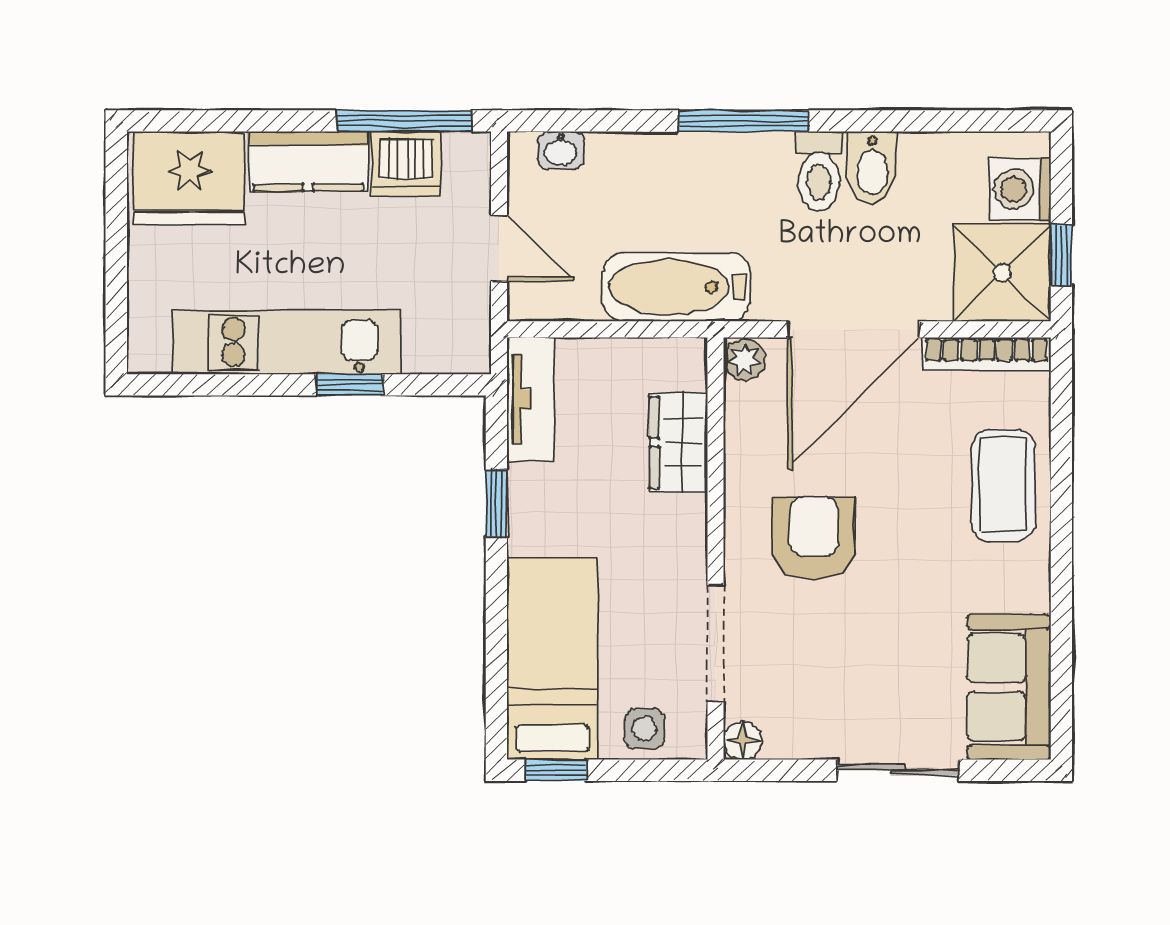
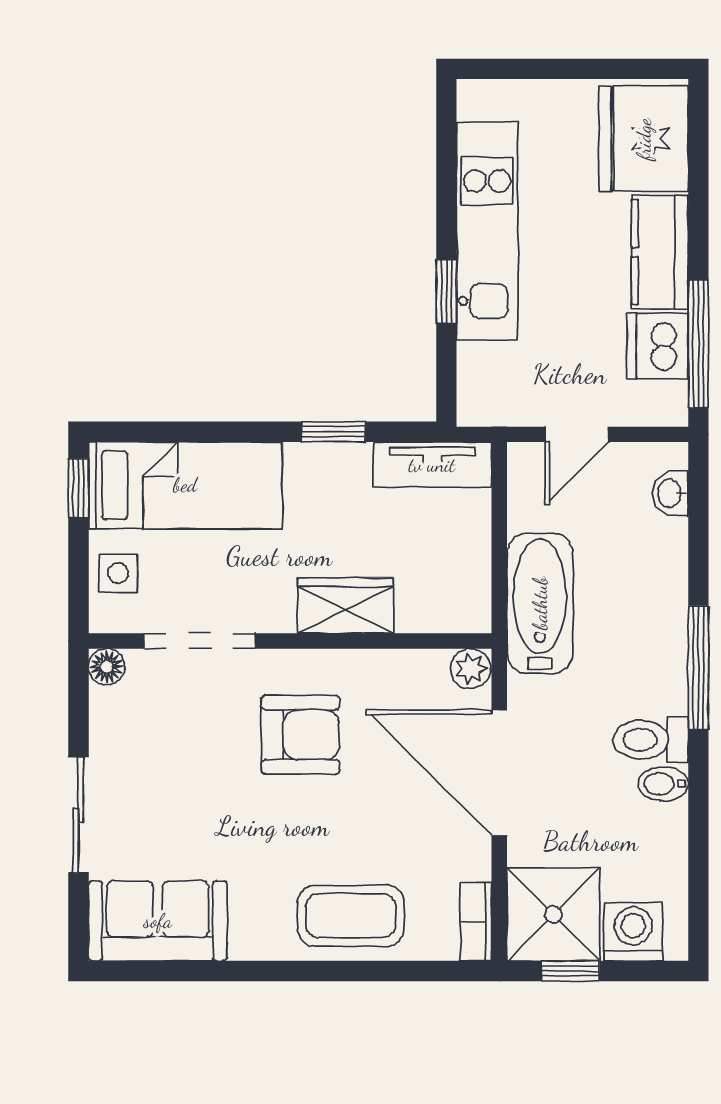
bidet: (872, 167) -> (663, 784), width x0.72, depth x0.74
bookcase: (987, 354) -> (476, 922), width x0.64
wardrobe: (679, 443) -> (346, 606), moved

